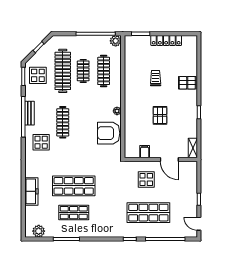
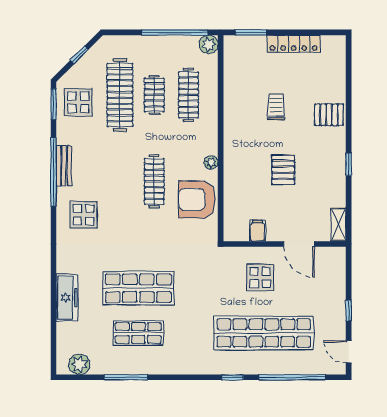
clothes rail: (63, 122) -> (154, 181), moved
shop shelf: (148, 213) -> (264, 333), width x1.40

